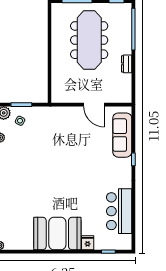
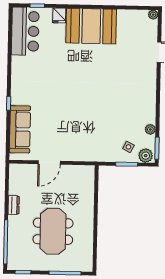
meeting table: (89, 40) -> (53, 231), width x0.73
door: (94, 105) -> (49, 163), swing flipped
bar counter: (119, 211) -> (25, 31), moved

